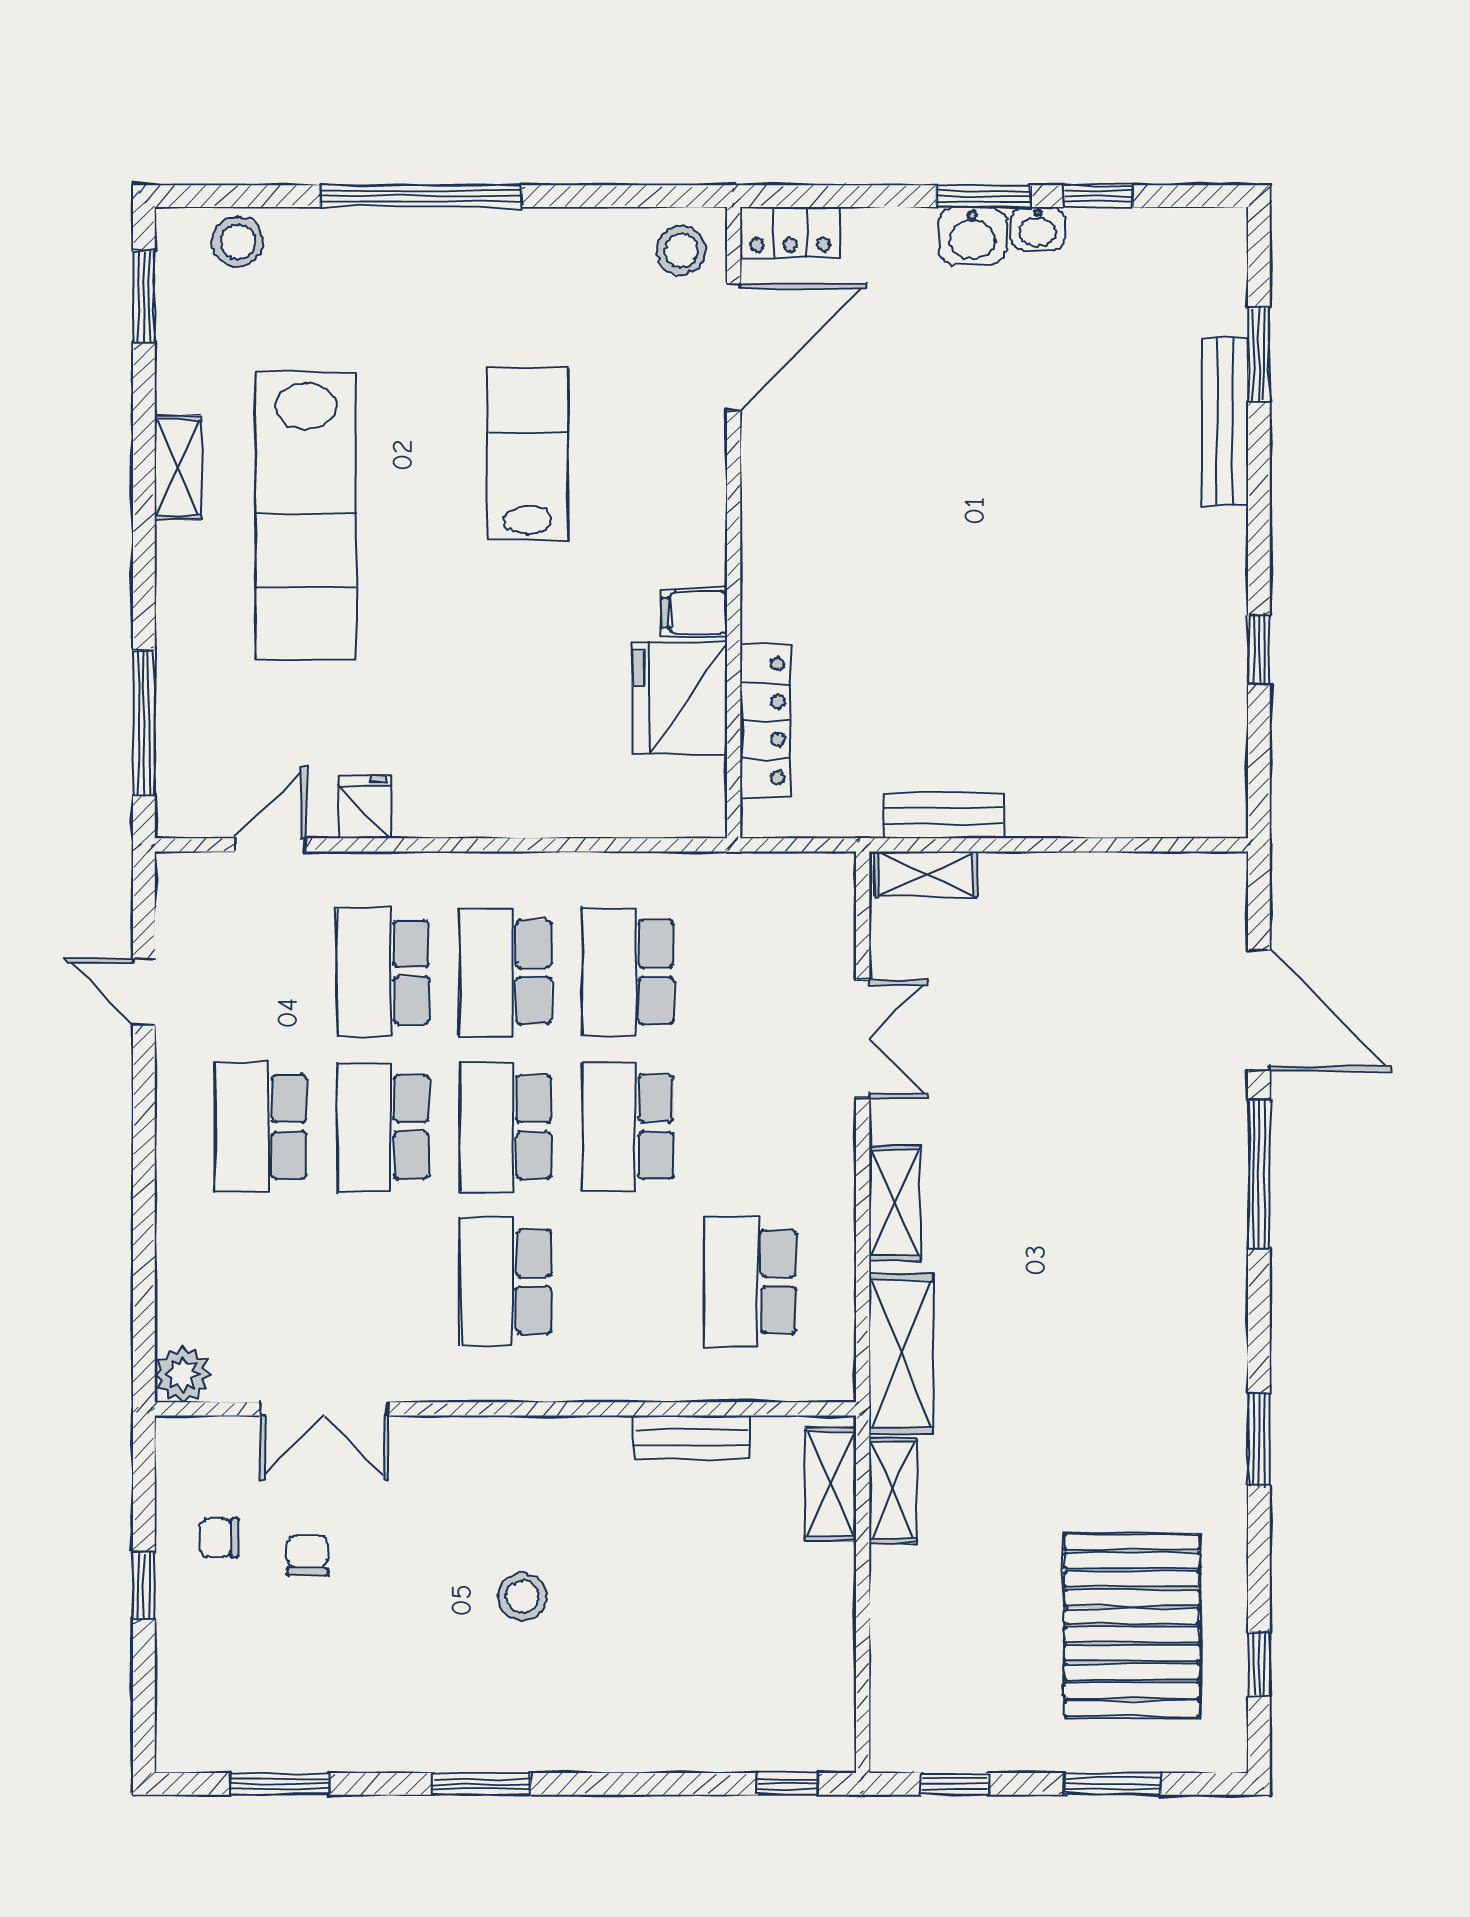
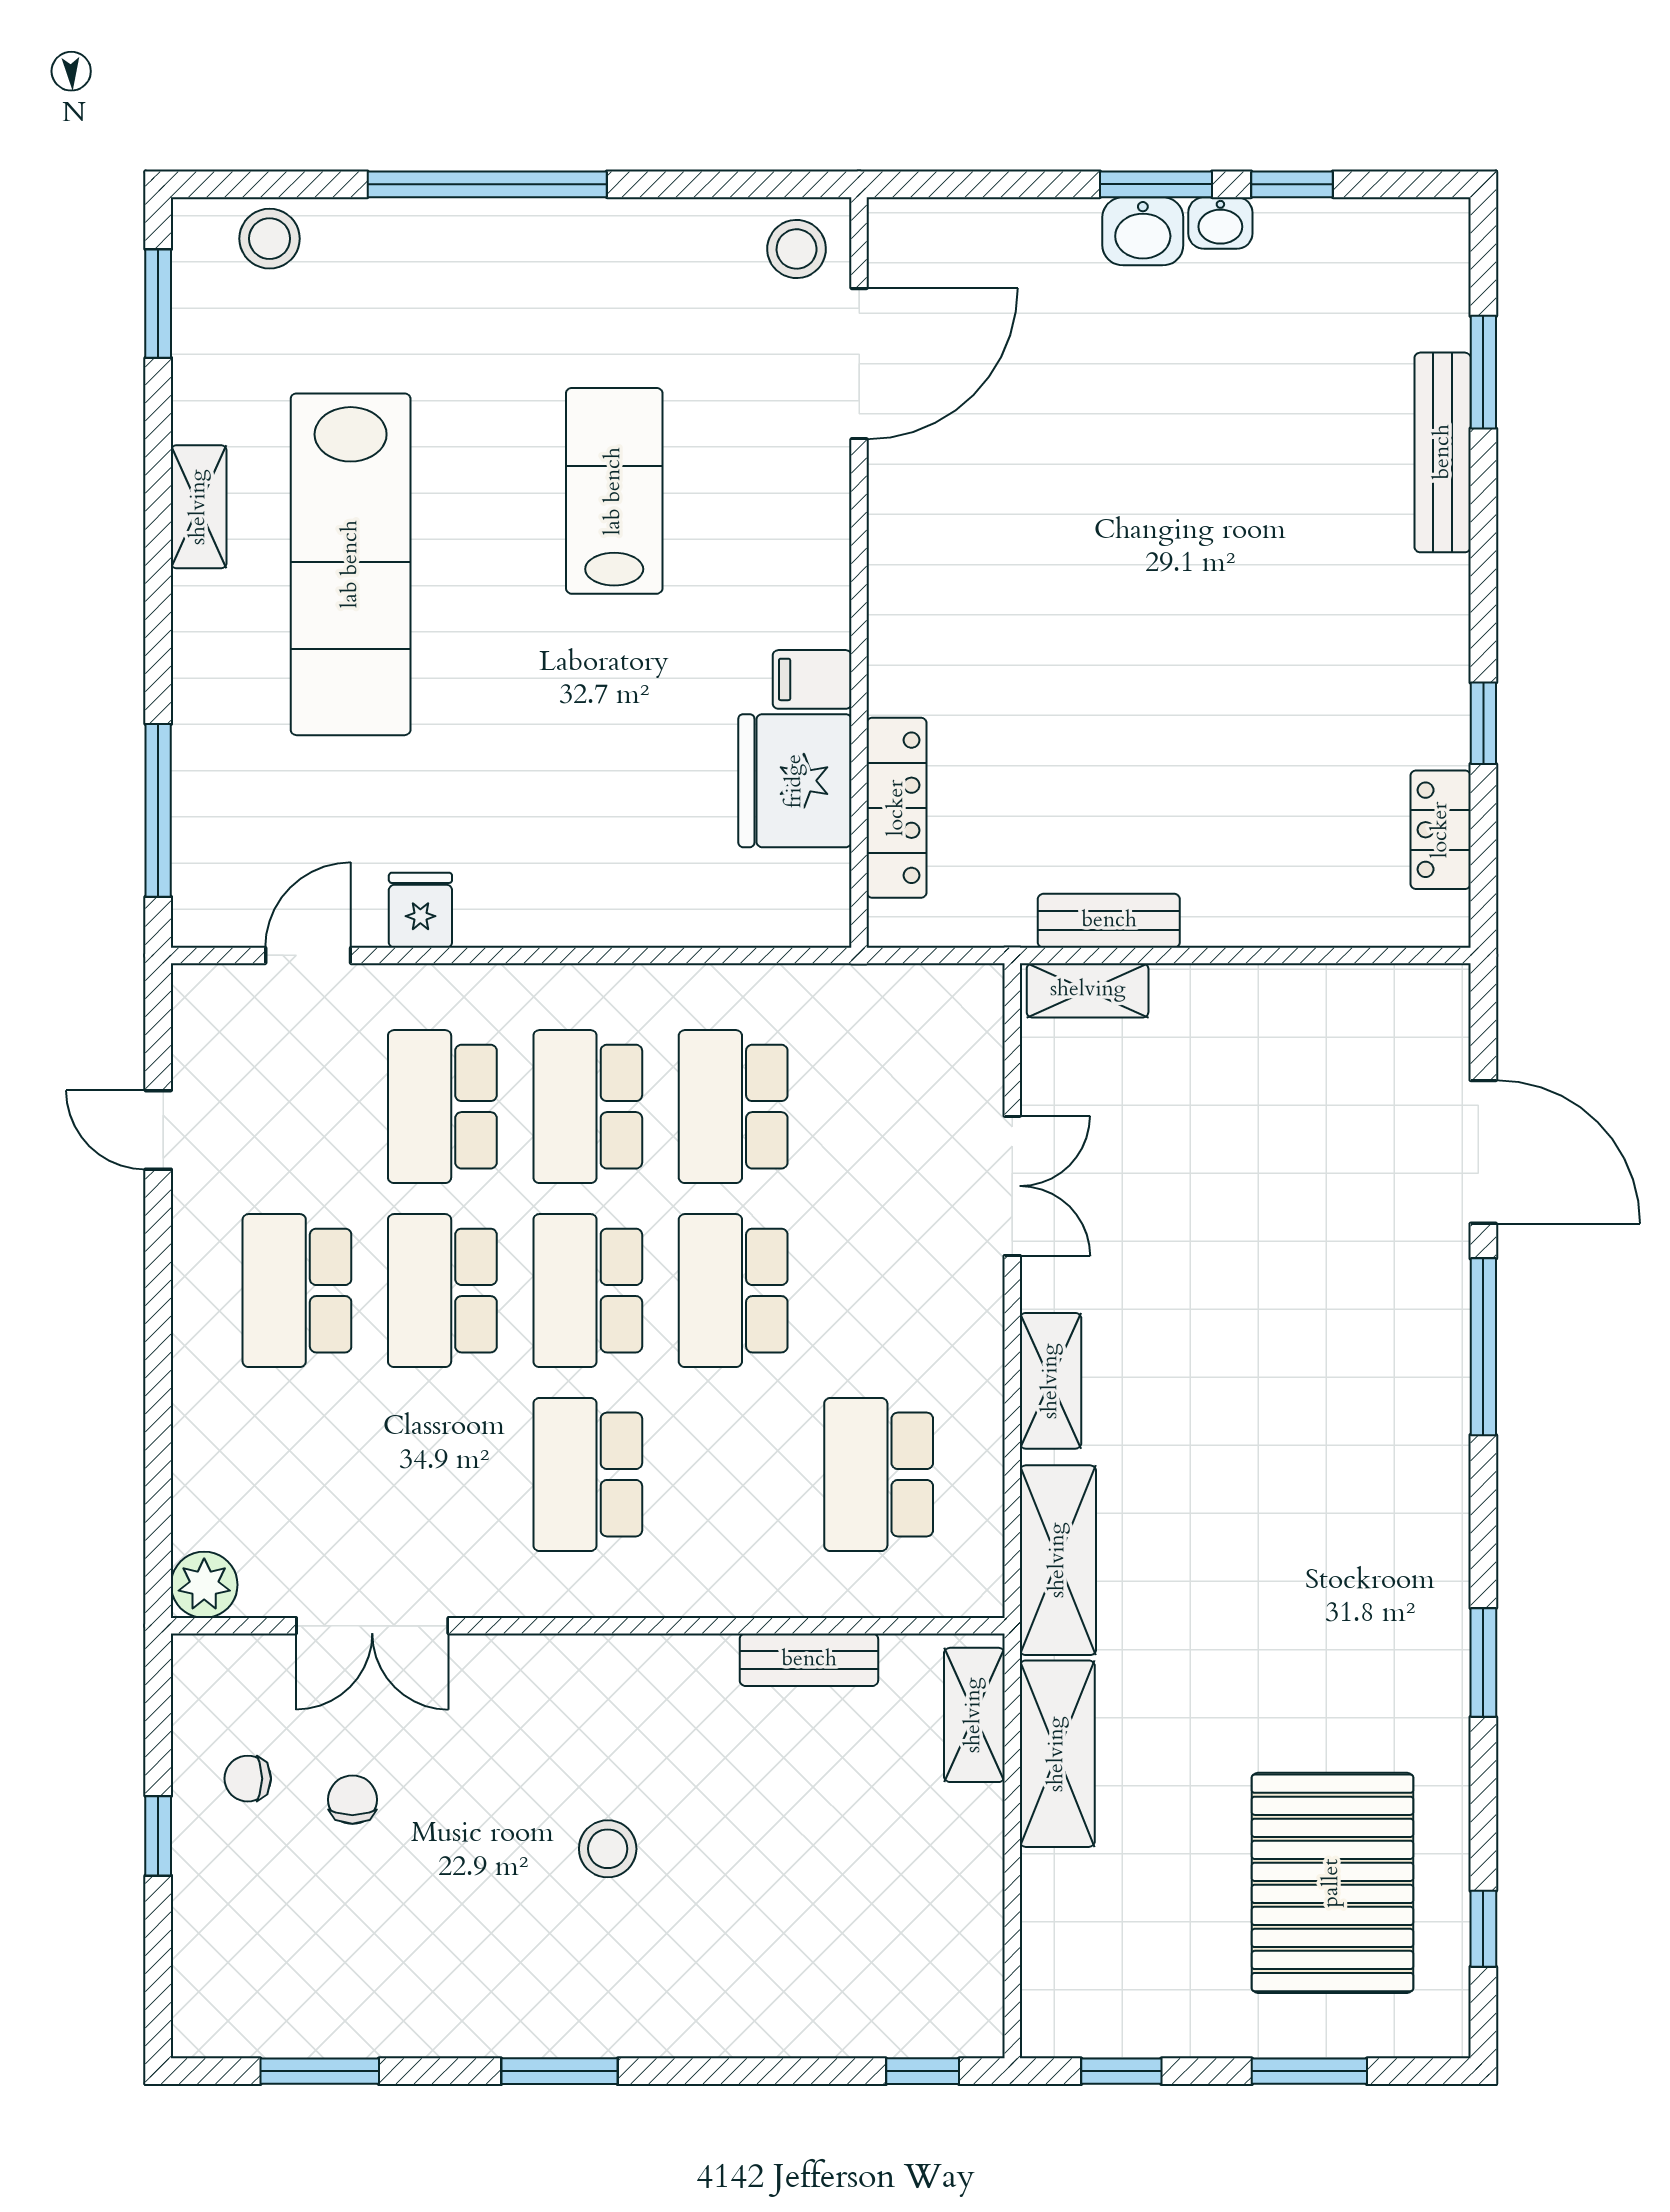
locker: (790, 232) -> (1441, 830), moved, turned 90
shelving: (893, 1490) -> (1057, 1754), width x1.50, depth x1.33

